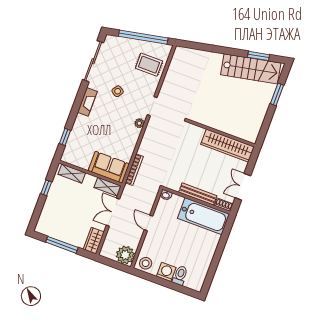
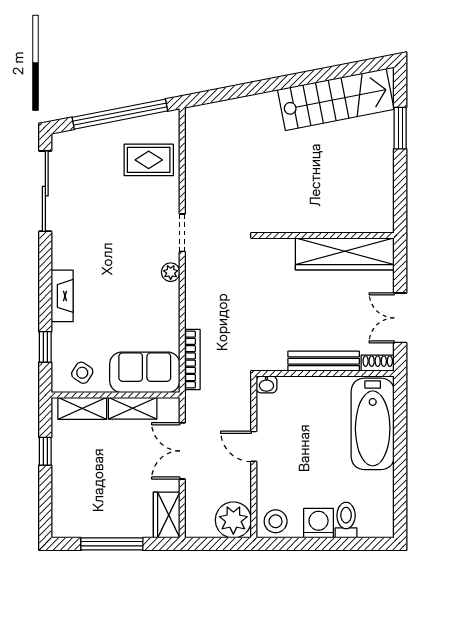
window: (258, 56) -> (341, 71), removed
side table: (118, 91) -> (82, 373), moved
fireplace: (87, 102) -> (62, 296), moved
shelving: (108, 187) -> (133, 408), moved
bathtub: (203, 216) -> (373, 424), moved, turned 90

